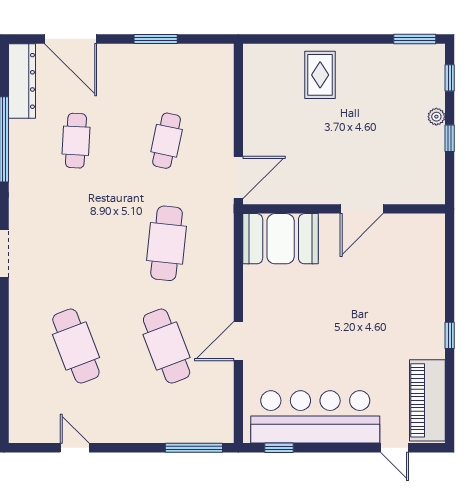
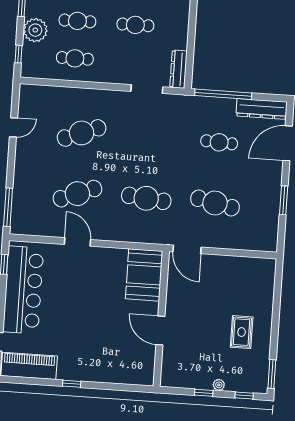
rug: (320, 75) -> (242, 332), moved, turned 90
cafe table: (167, 141) -> (215, 203), width x1.37, depth x1.35

